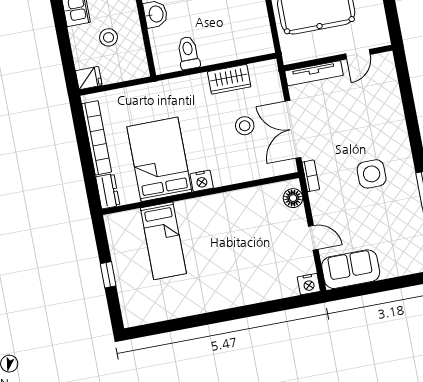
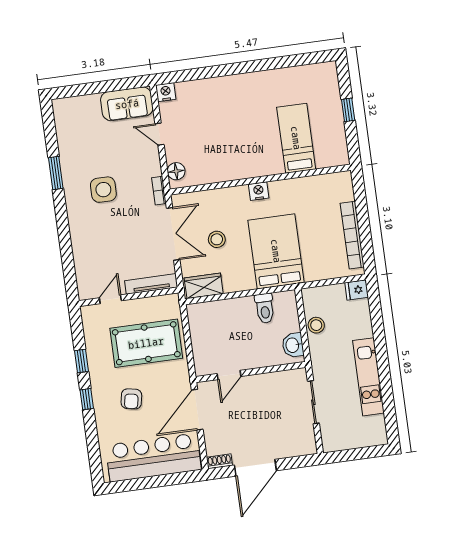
stool: (109, 37) -> (316, 325), moved
wardrobe: (229, 79) -> (204, 286), moved
bed: (159, 159) -> (276, 251), moved, turned 180
dresser: (108, 191) -> (345, 186), removed

